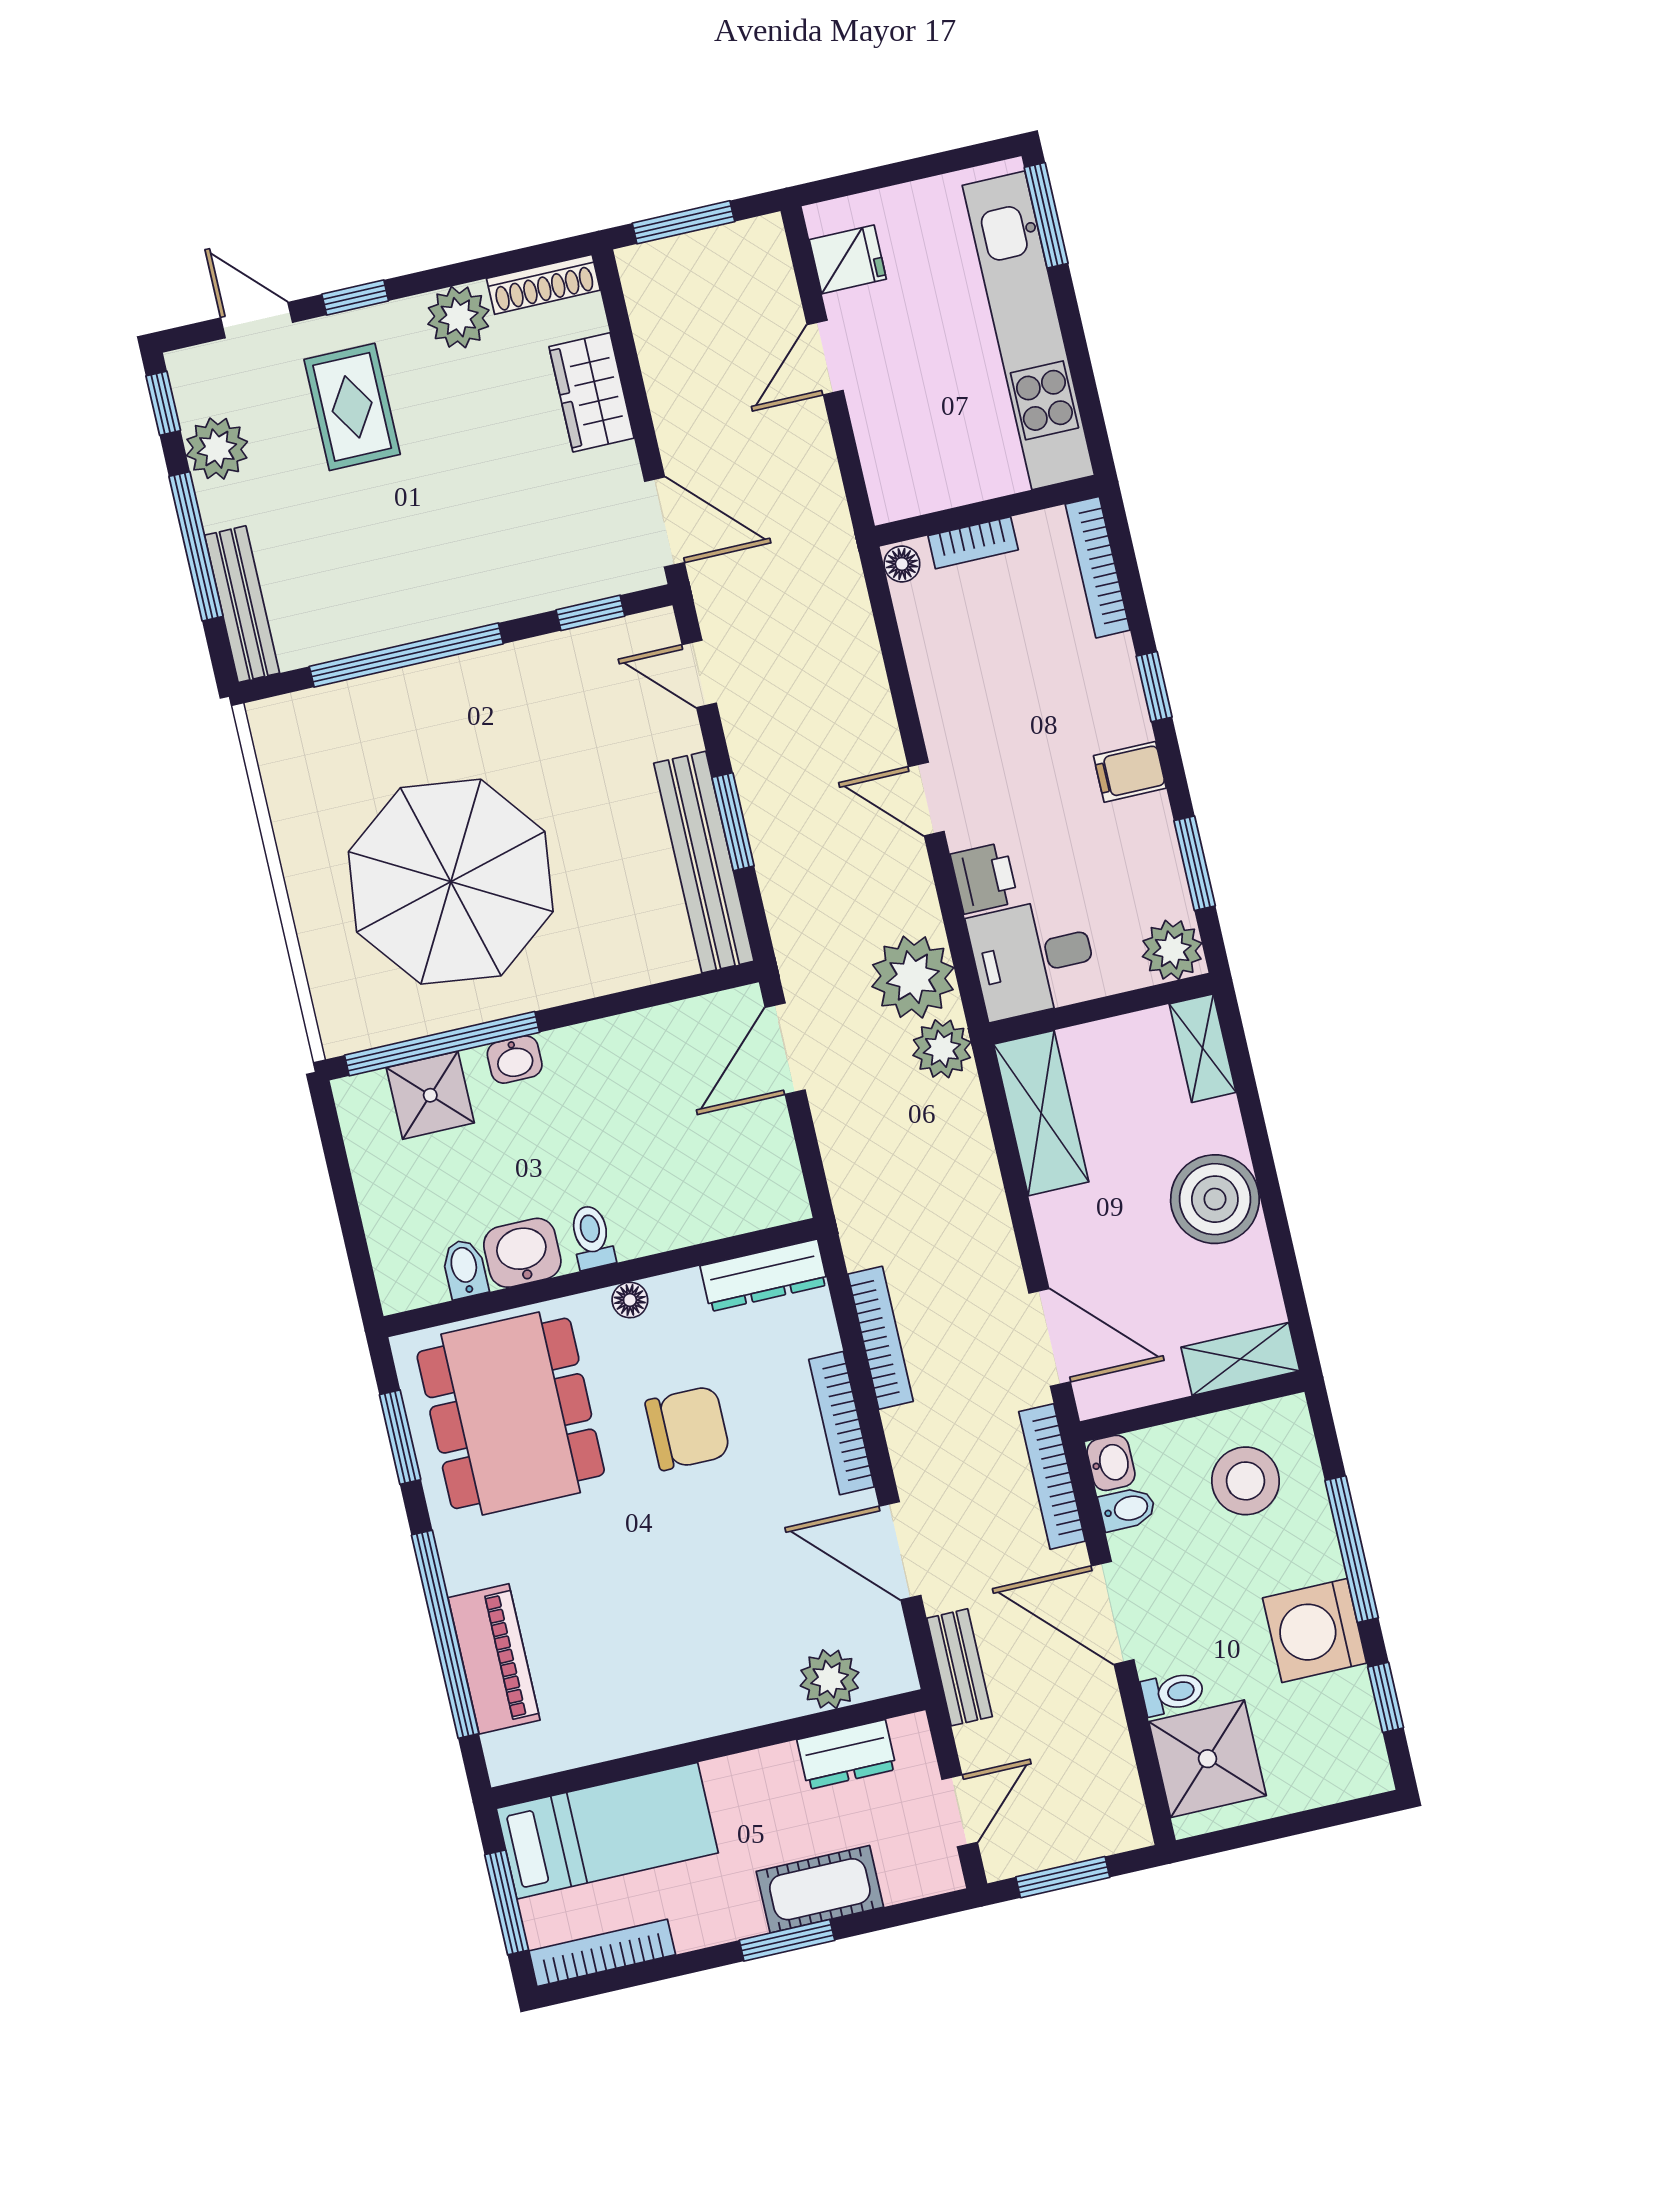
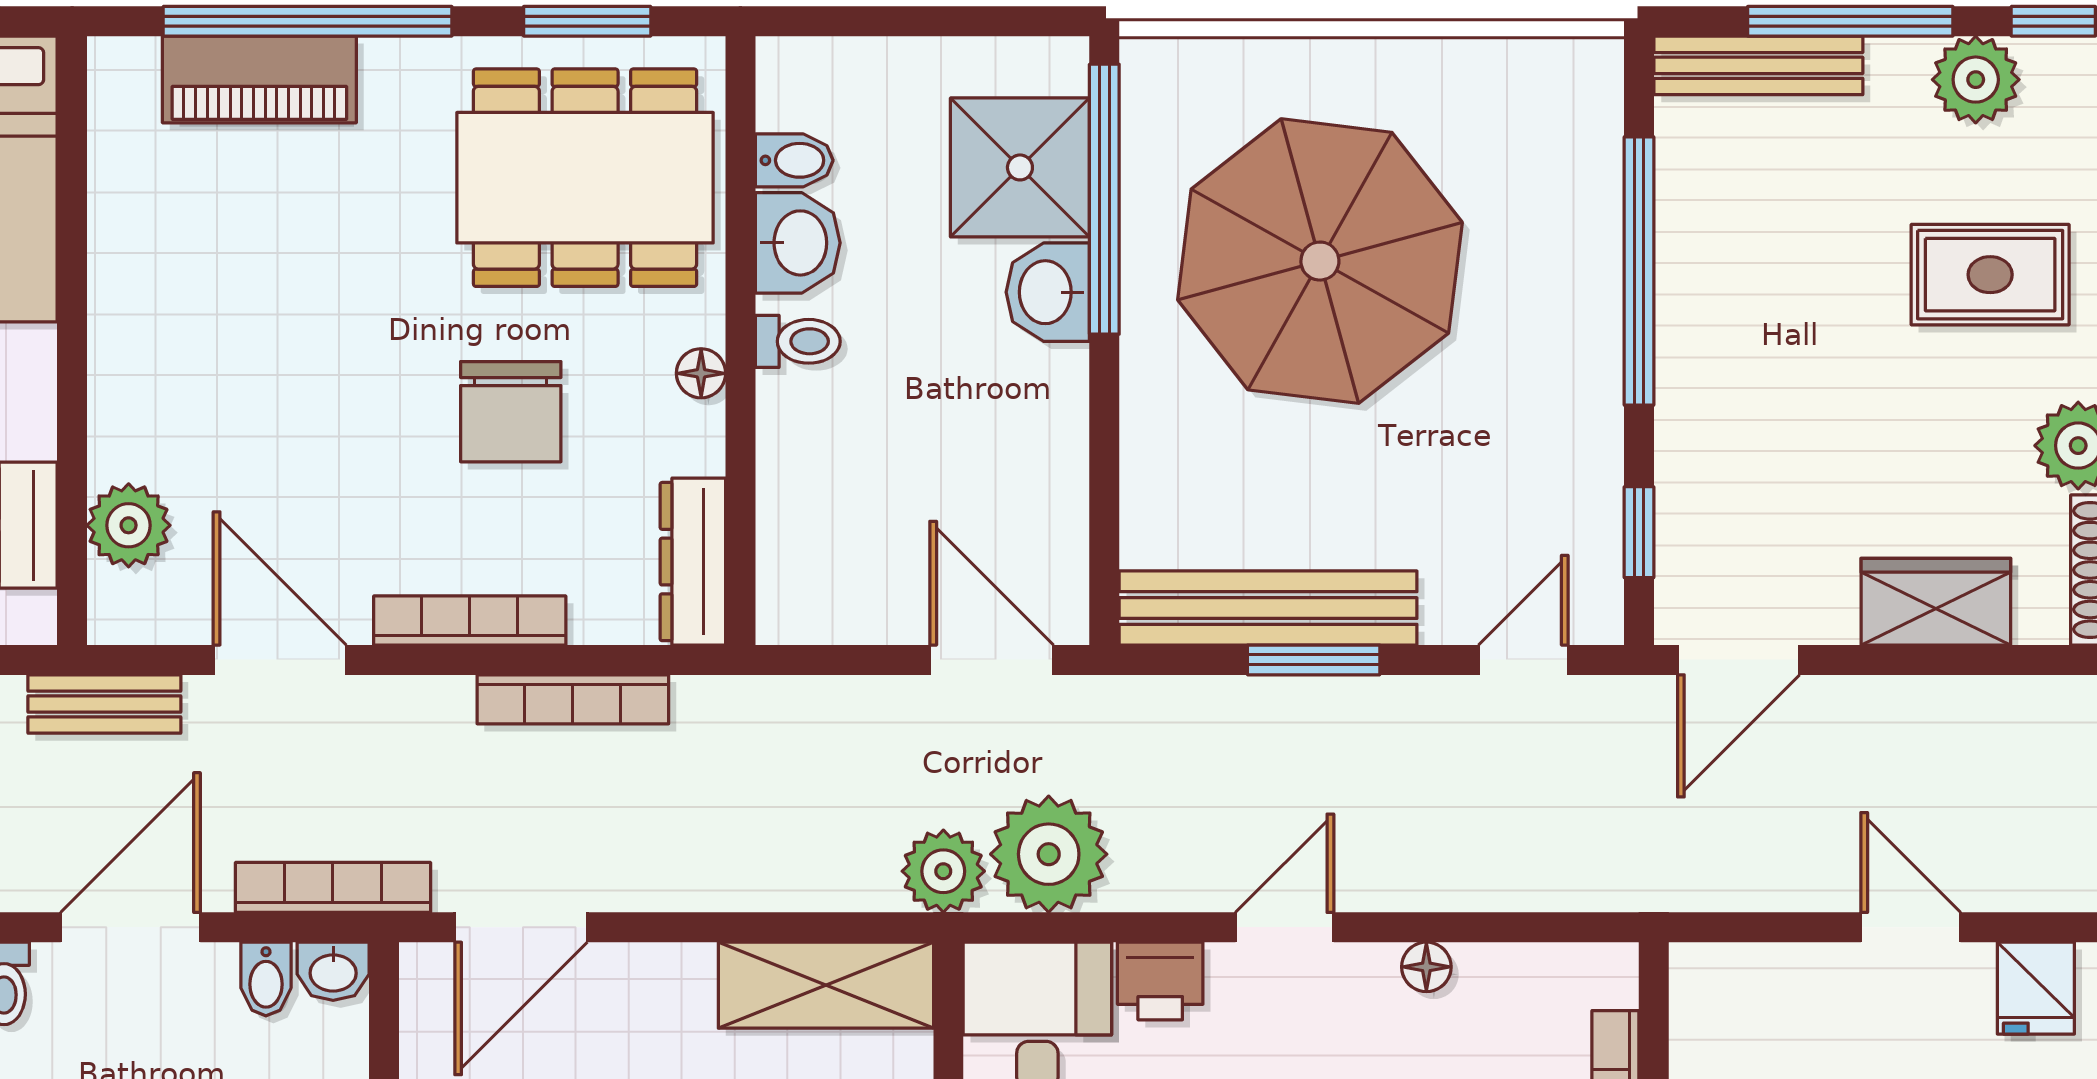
floor lamp: (902, 564) -> (1426, 967), moved
washbasin: (515, 1059) -> (1048, 292), width x1.38, depth x1.45
shower: (430, 1095) -> (1020, 167), width x1.36, depth x1.36
door: (900, 1551) -> (280, 660), hinge flipped

